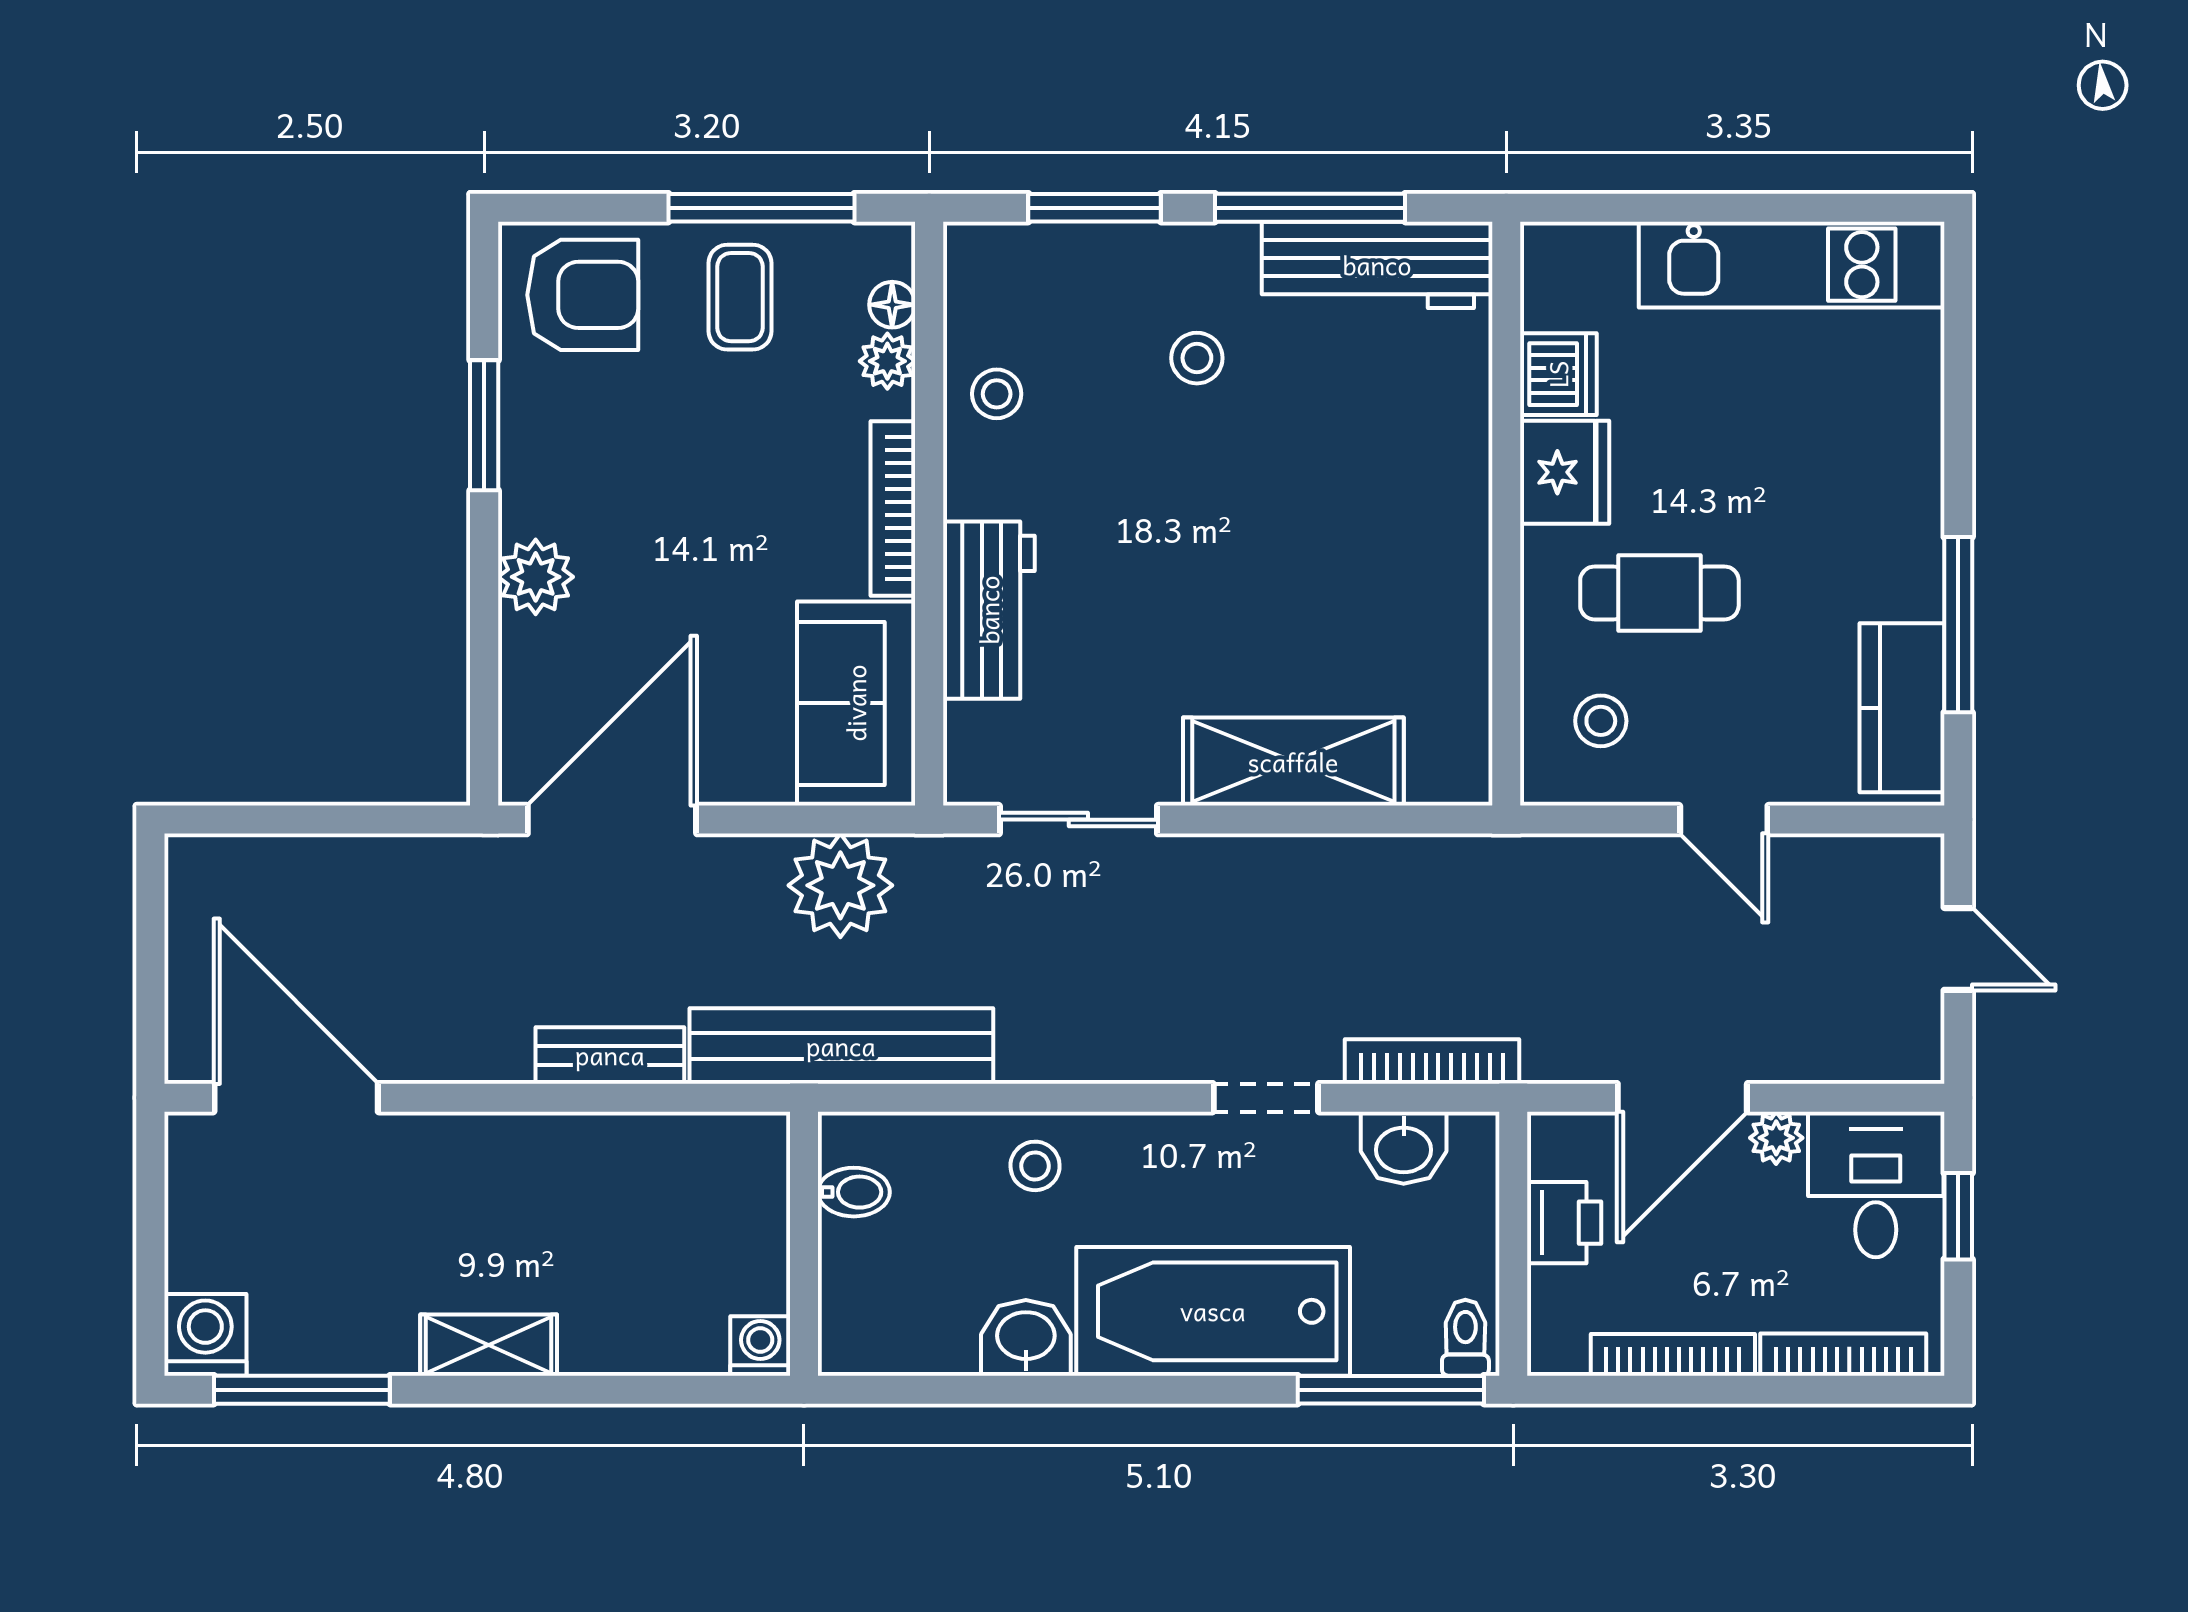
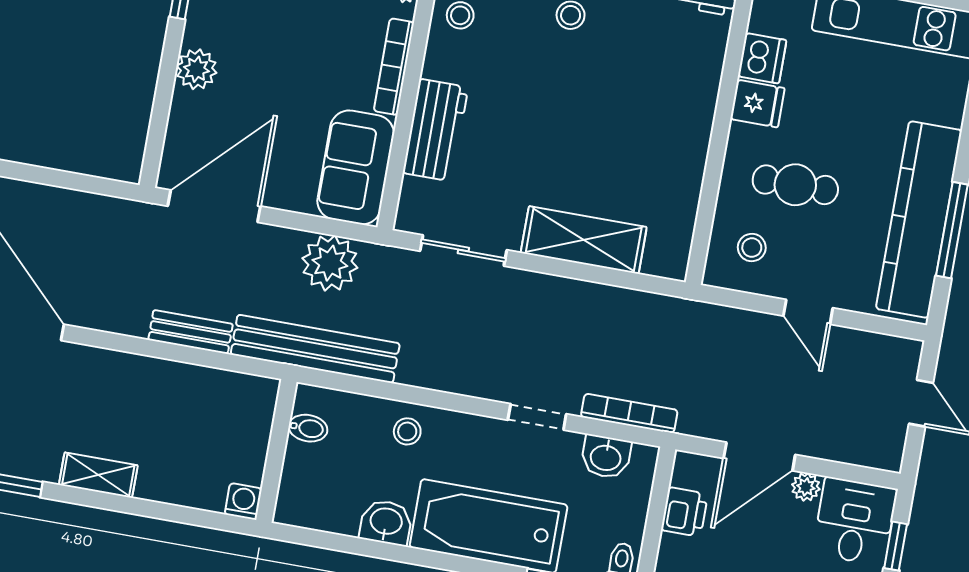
fridge: (1565, 472) -> (757, 104), width x0.72
kitchen counter: (1902, 708) -> (919, 220), width x2.08, depth x1.17

